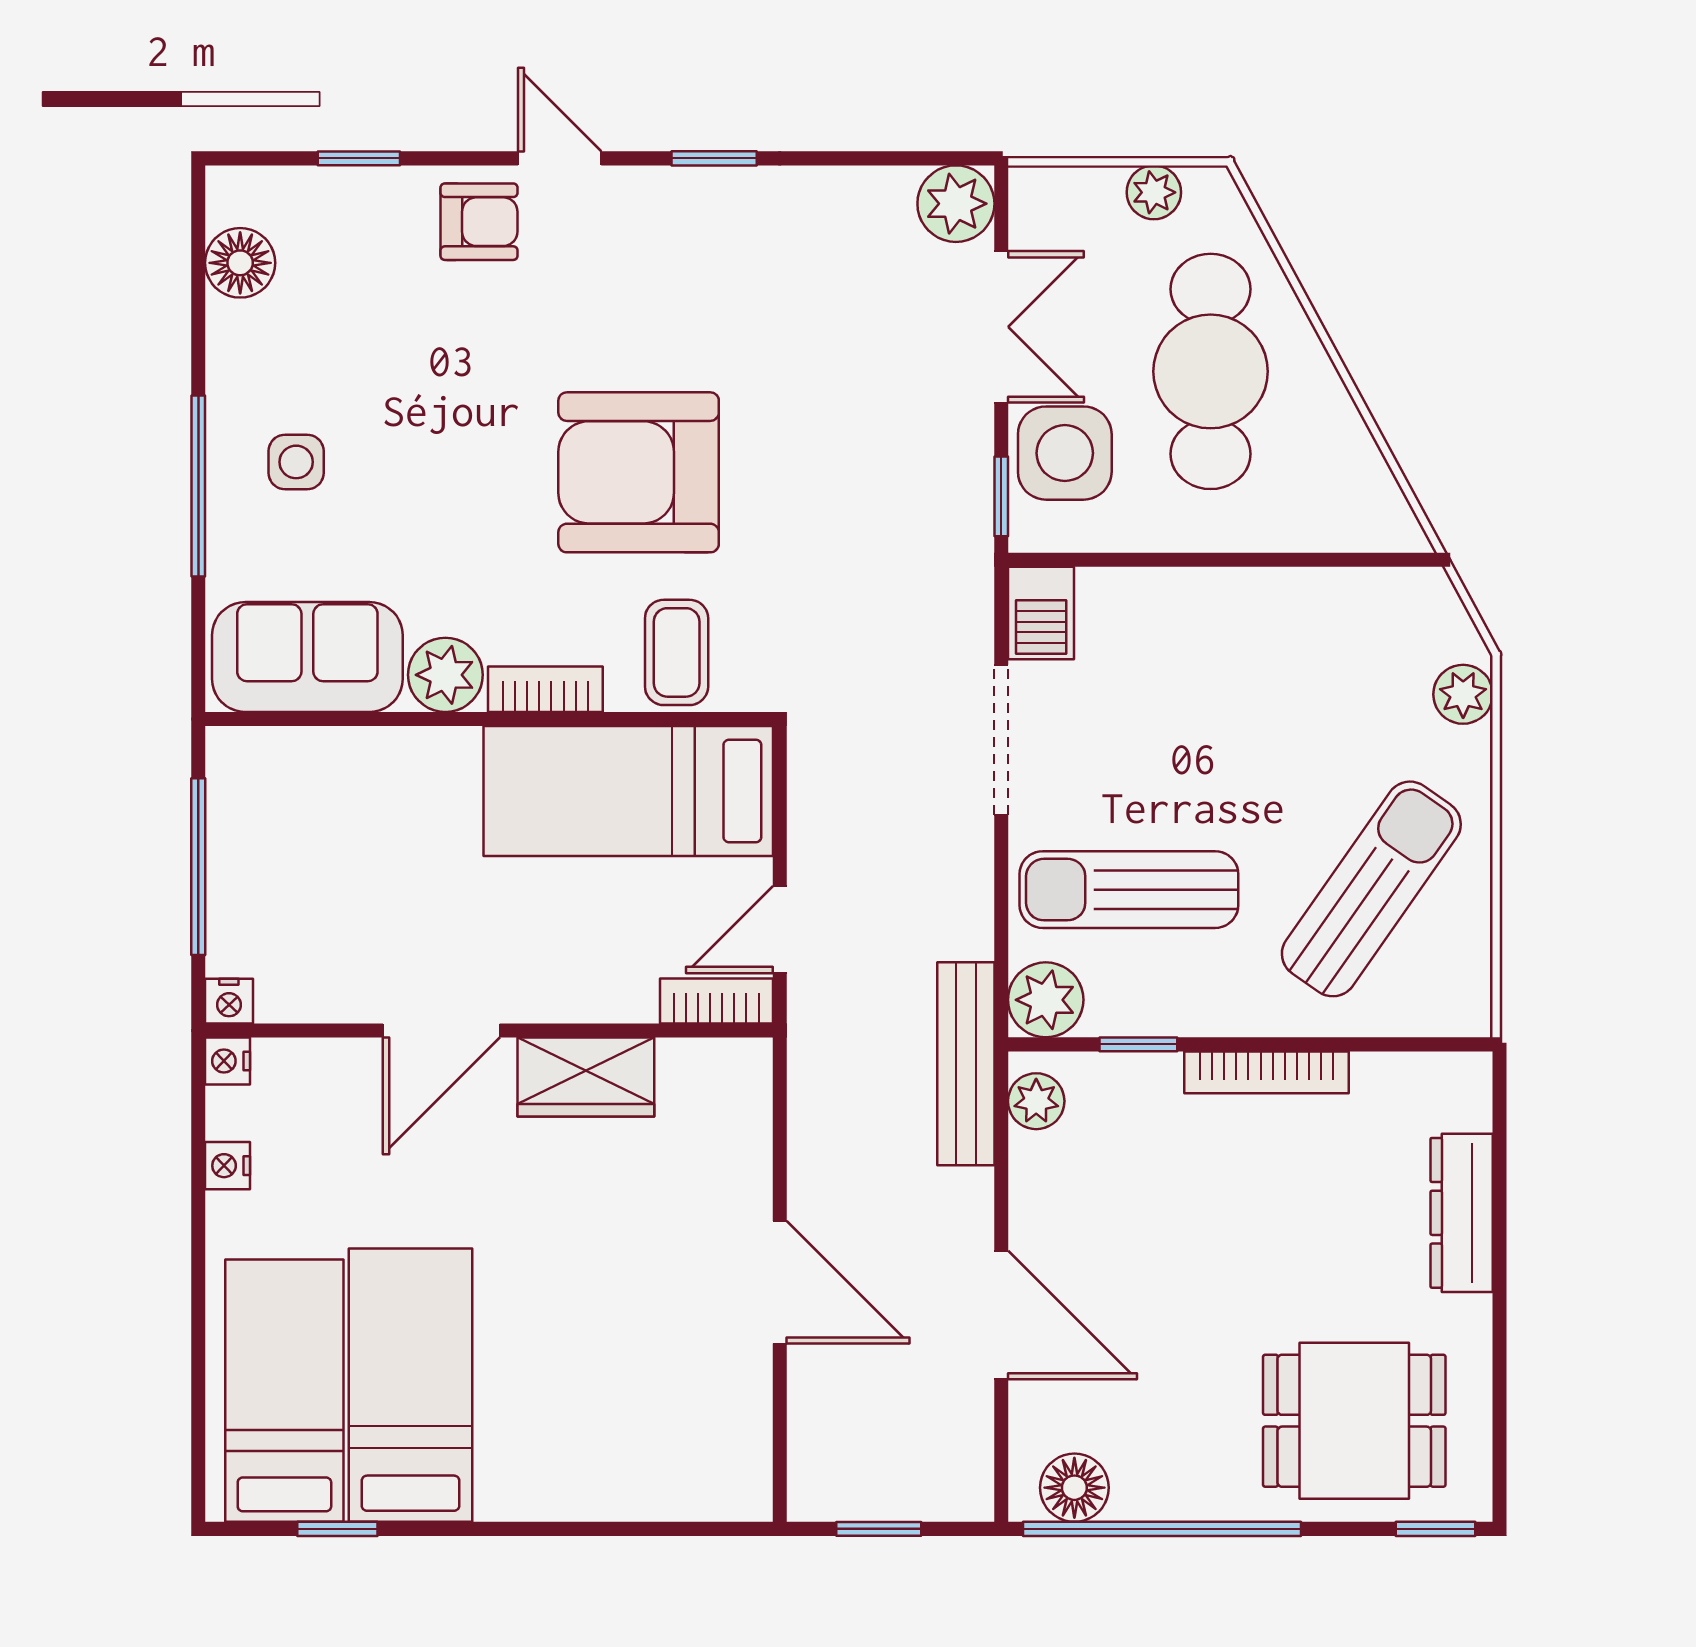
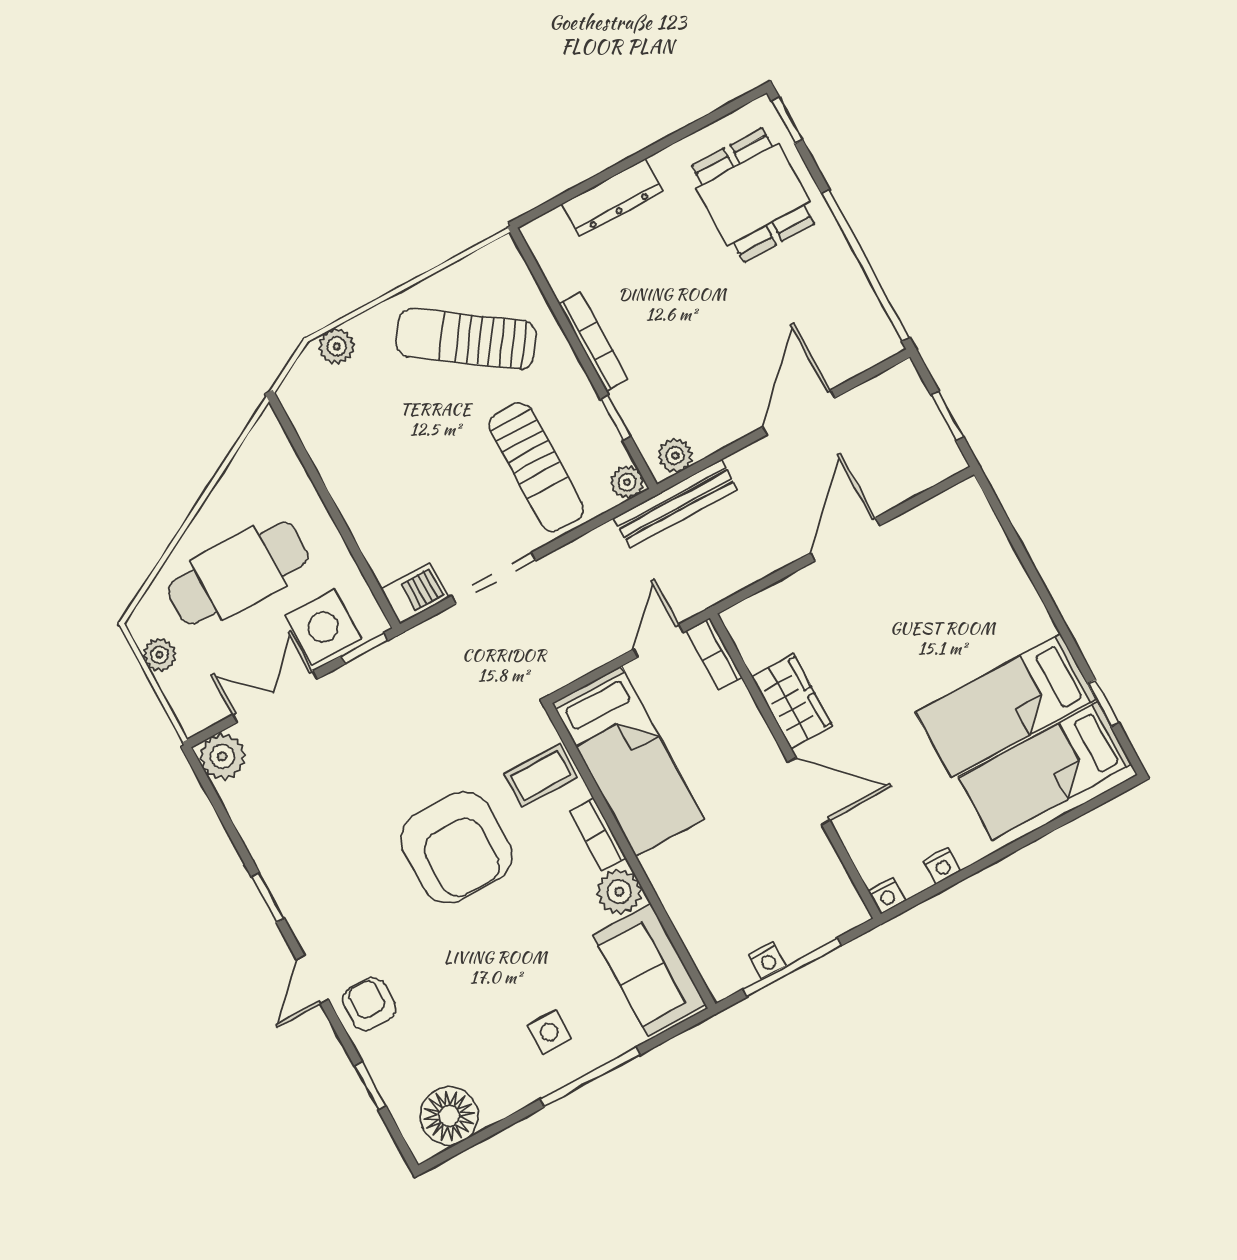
floor lamp: (240, 263) -> (449, 1116), width x1.38, depth x1.38
door: (780, 930) -> (658, 641), swing flipped
plant: (1046, 1000) -> (627, 482), width x0.73, depth x0.73
nightstand: (229, 1001) -> (768, 961), moved, turned 90
floor lamp: (1074, 1488) -> (869, 324), removed

